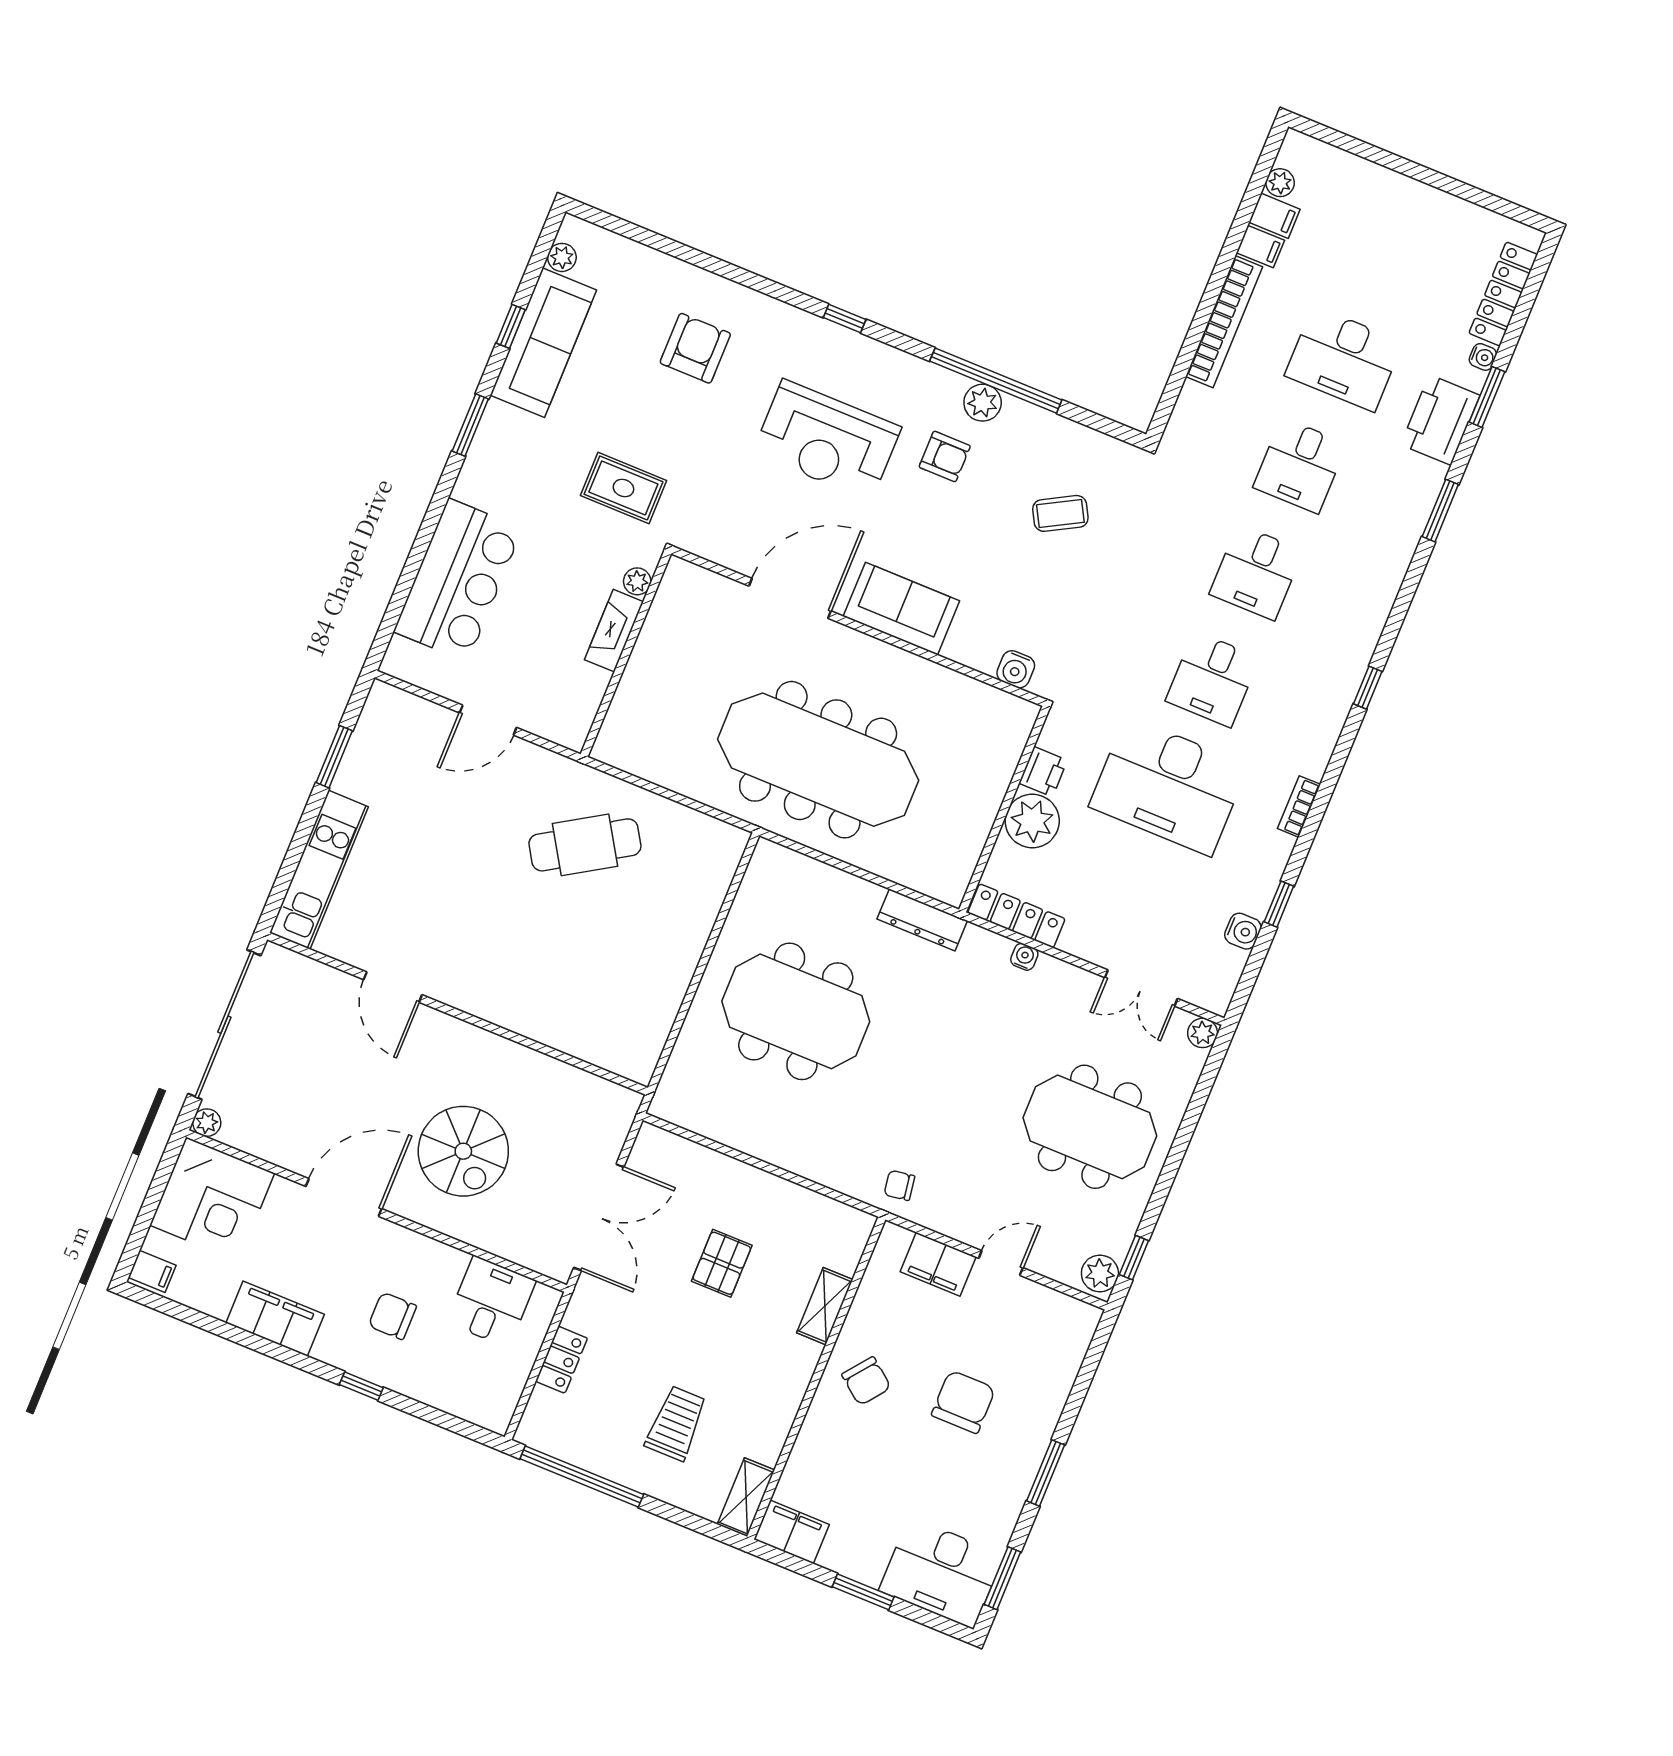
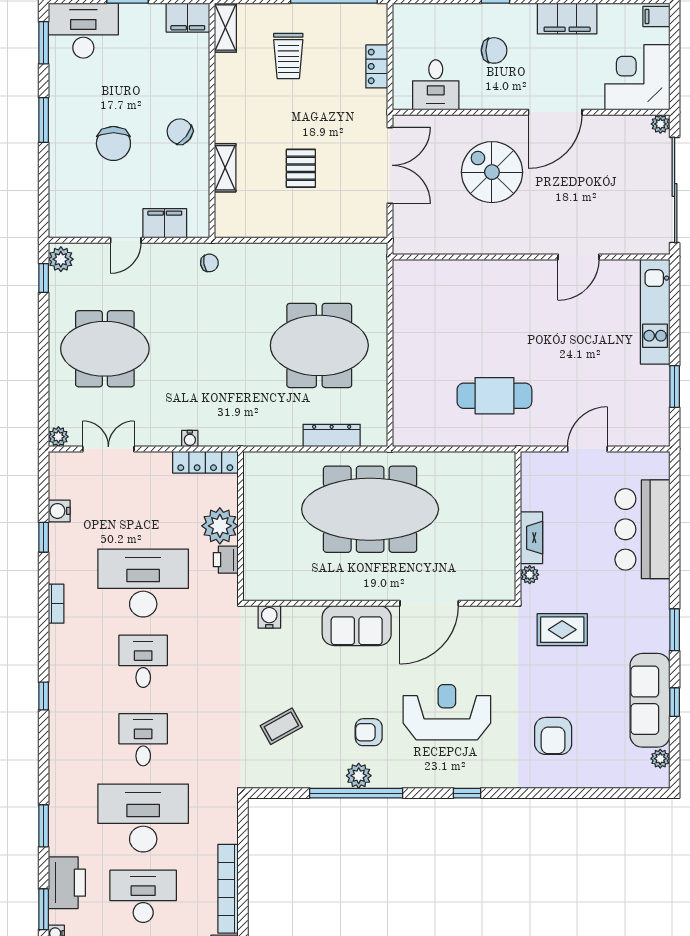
desk: (1300, 466) -> (143, 818), width x1.87, depth x1.30
cafe table: (585, 845) -> (494, 396), turned 32
dresser: (922, 920) -> (332, 435), moved
door: (393, 987) -> (578, 257), swing flipped
double door: (599, 1217) -> (390, 165), swing flipped

